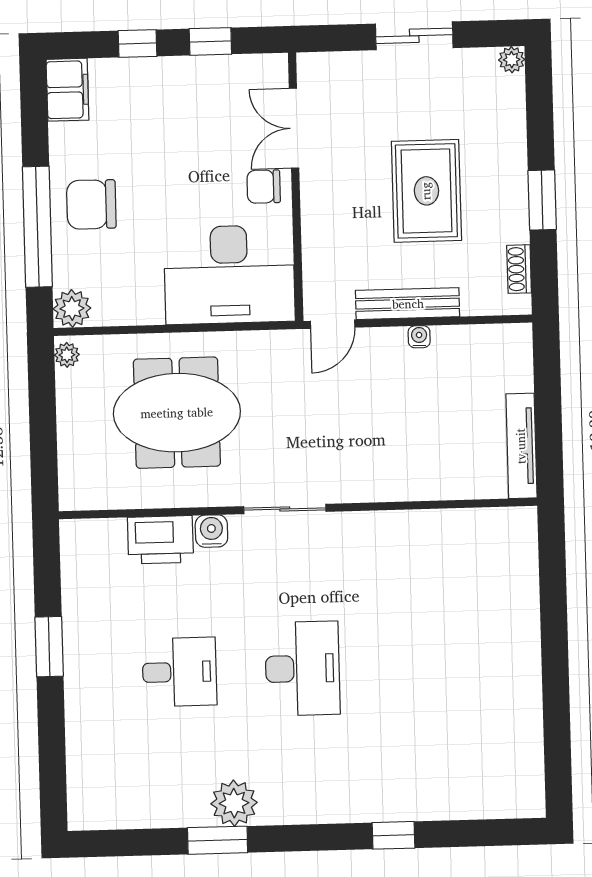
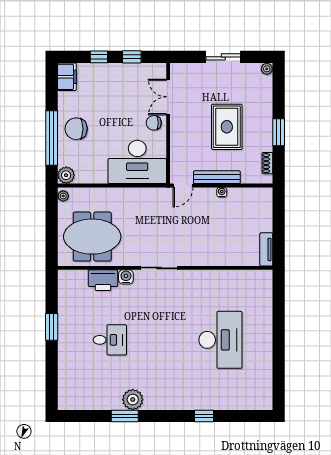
meeting table: (177, 413) -> (92, 237), moved
tv unit: (521, 446) -> (266, 249), width x0.71
desk: (302, 668) -> (220, 340), moved, width x1.36, depth x1.30

